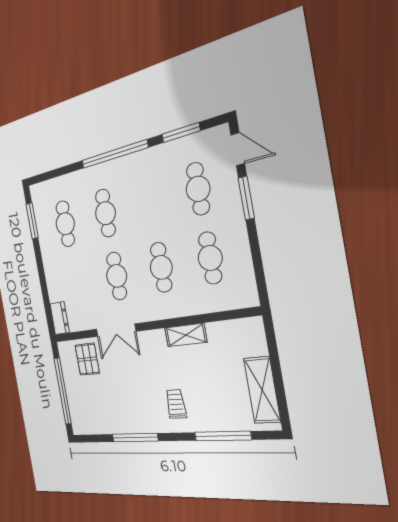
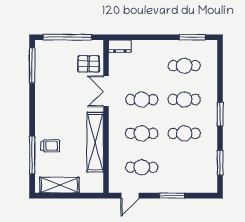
door: (238, 149) -> (130, 196), moved
window: (114, 154) -> (220, 114), width x0.47
cafe table: (198, 189) -> (184, 133), moved
shelving: (186, 335) -> (95, 142), width x2.20, depth x1.33
trolley: (176, 404) -> (50, 146), moved
window: (135, 438) -> (32, 65), moved

